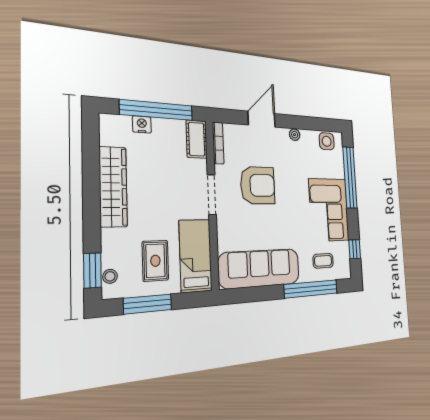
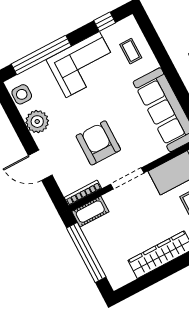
nightstand: (142, 124) -> (104, 258), removed
plant: (295, 135) -> (37, 122), width x1.88, depth x1.88
window: (311, 289) -> (160, 53), removed

